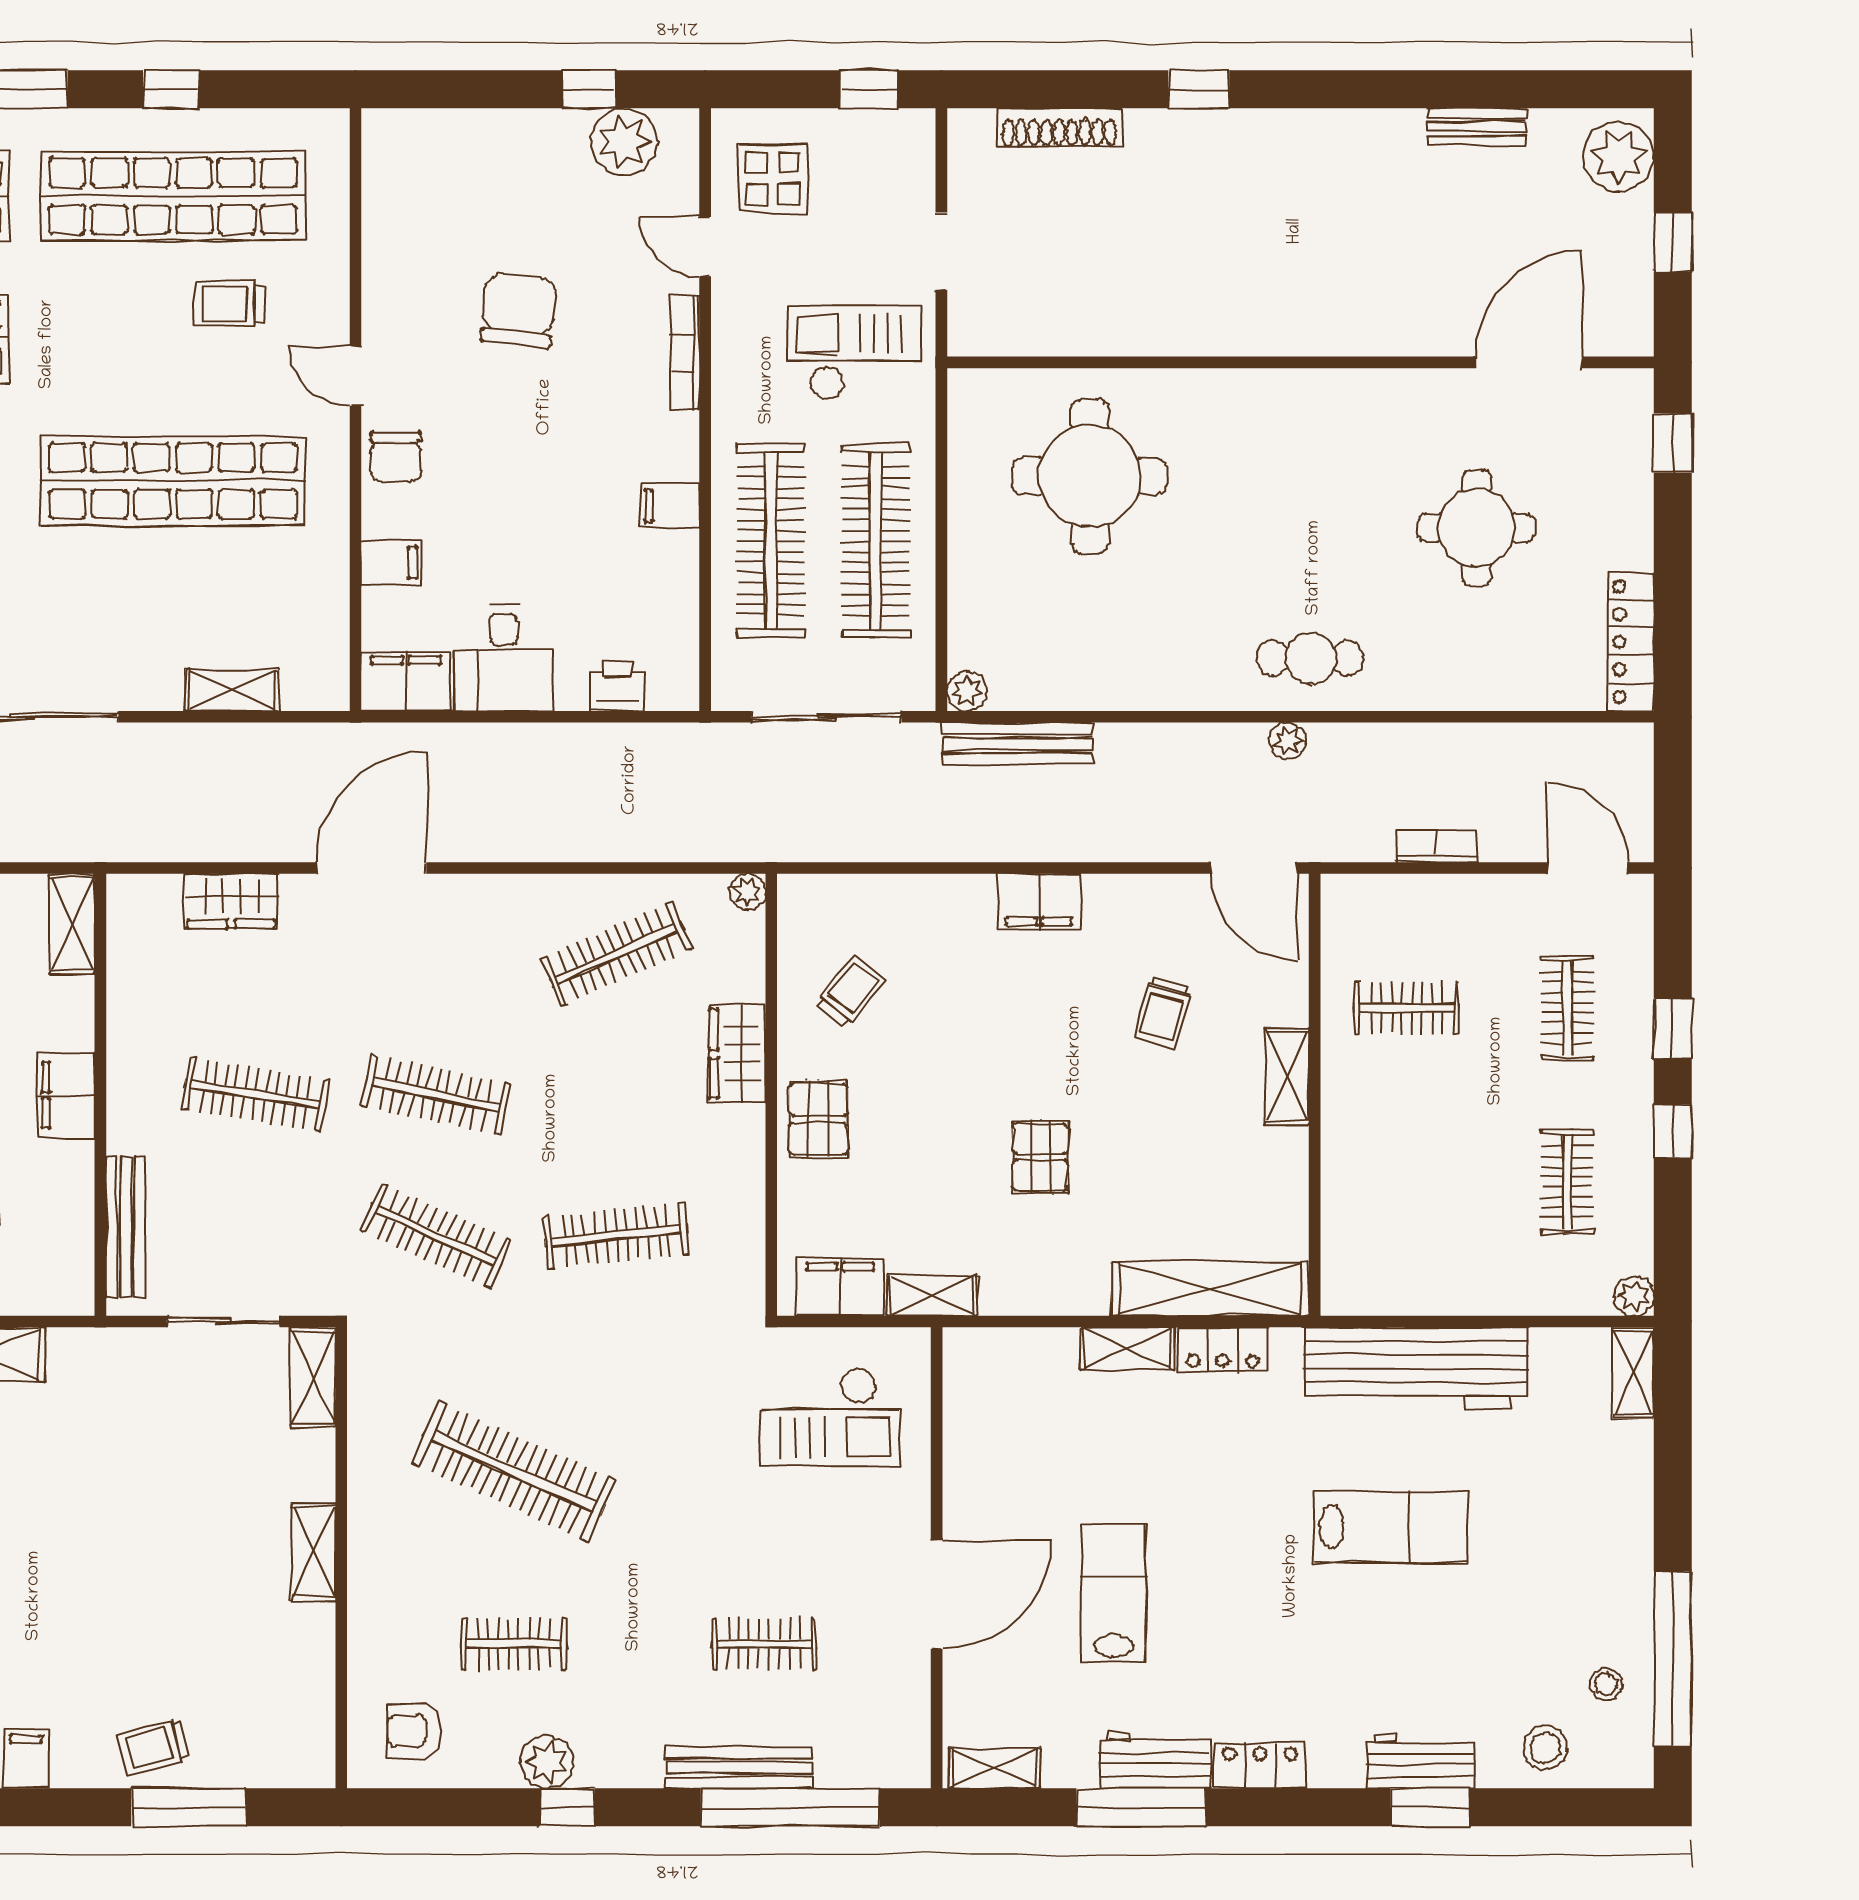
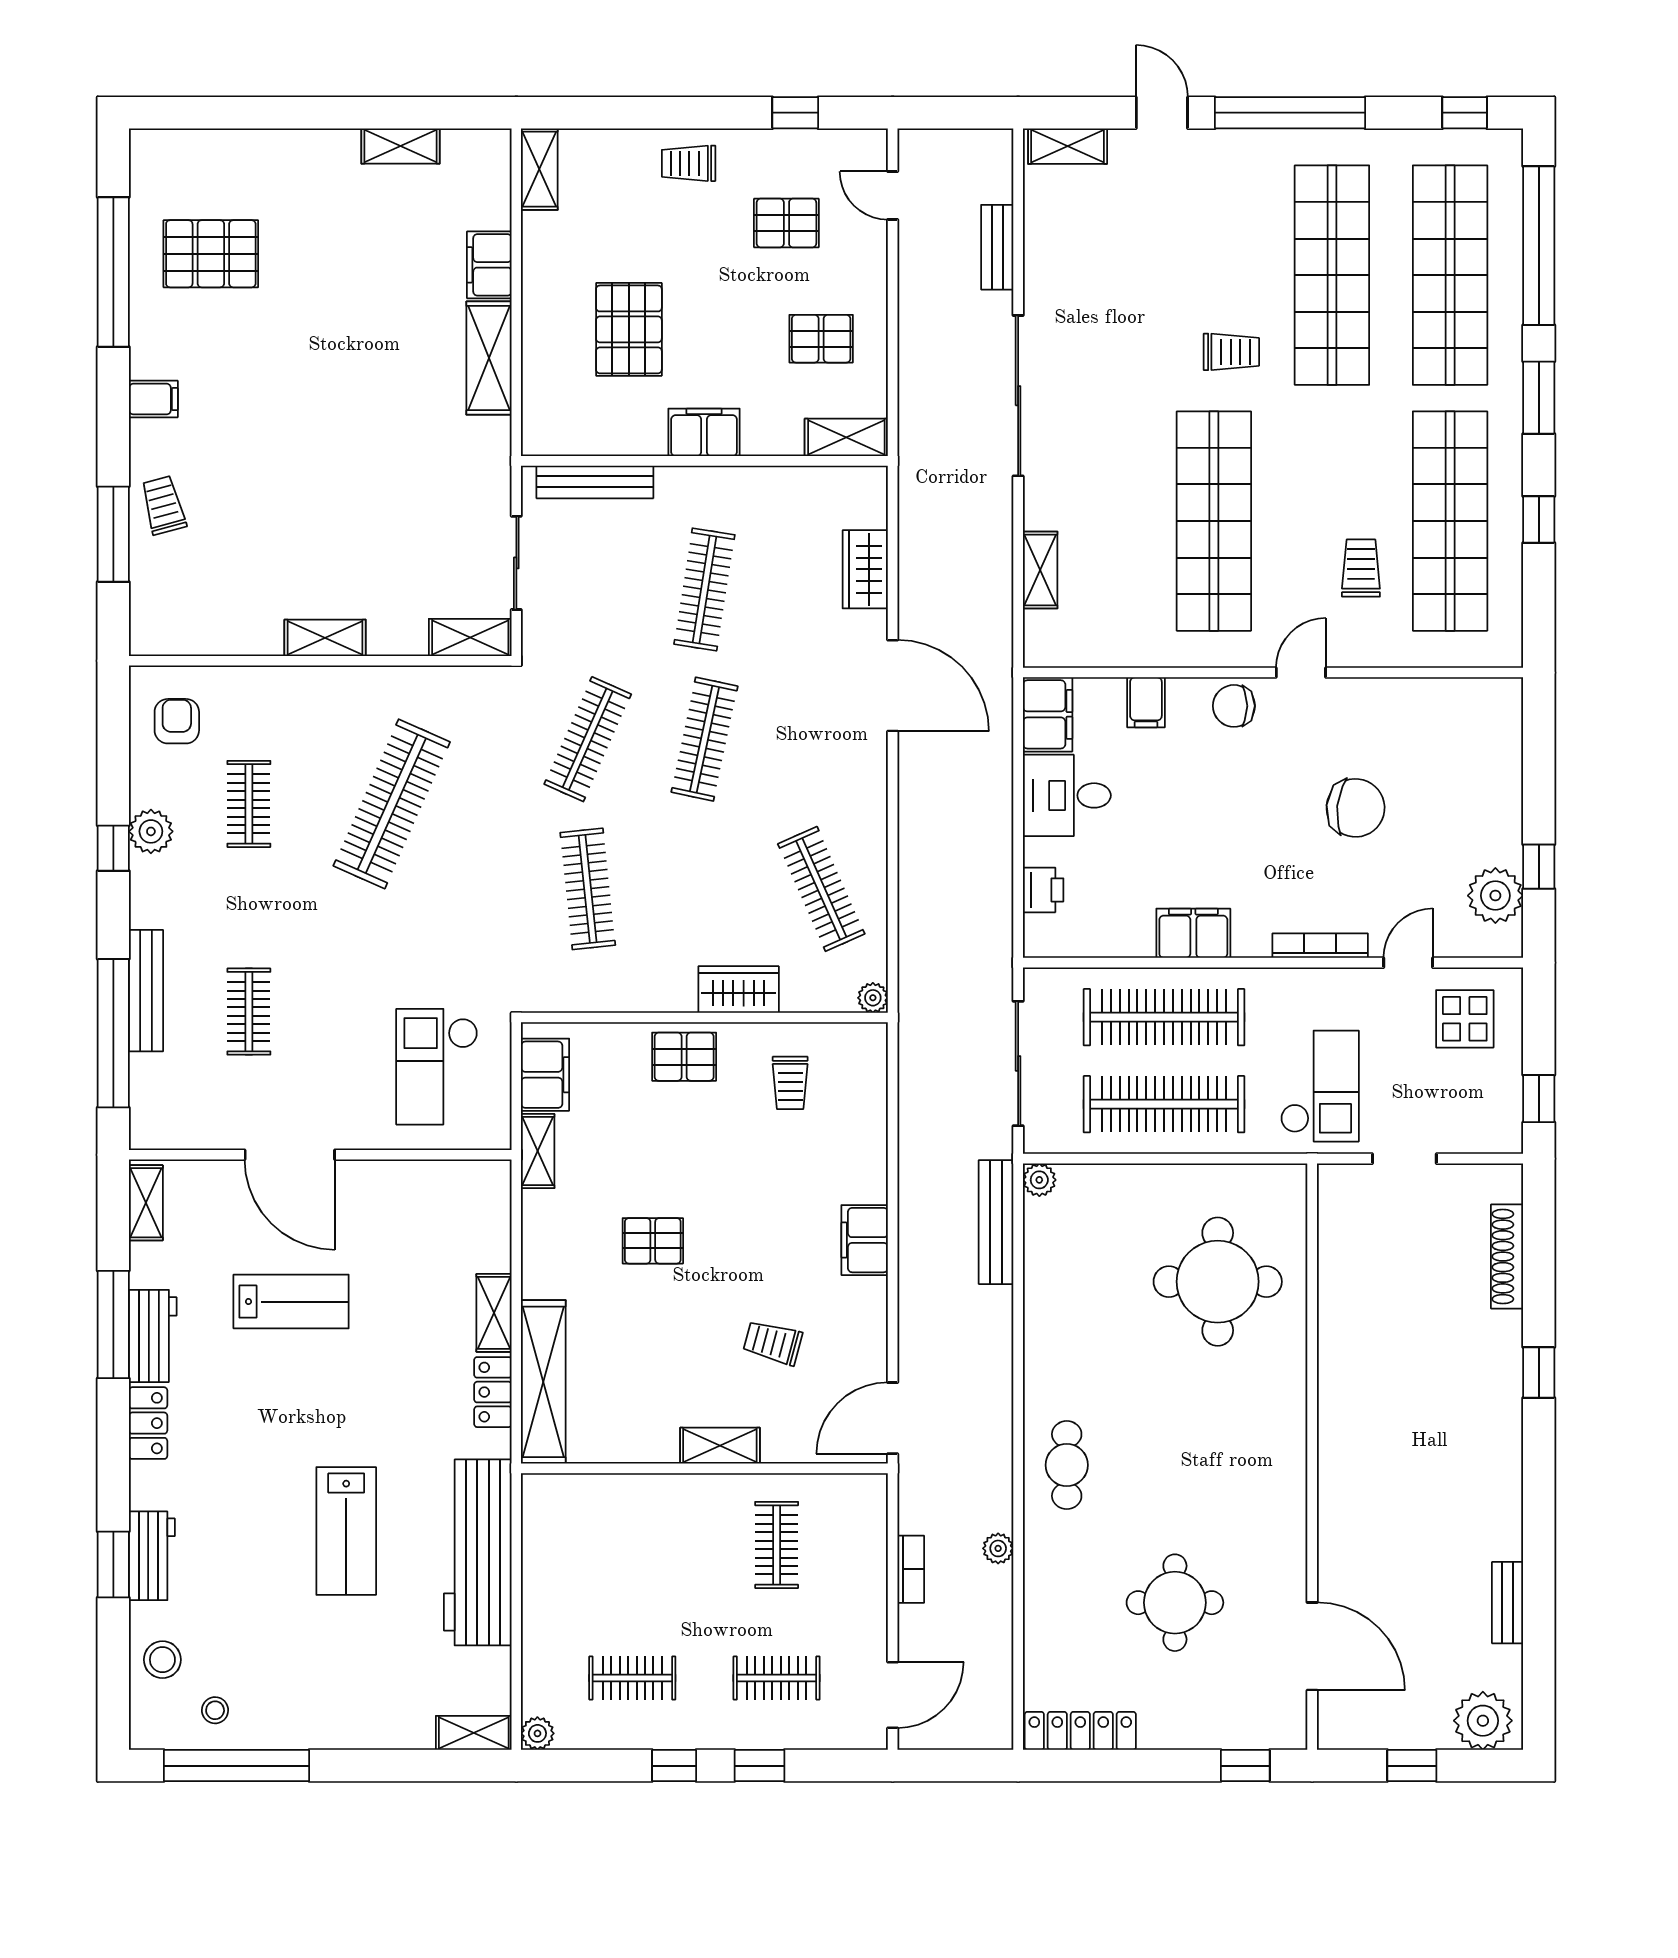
filing cabinet: (670, 506) -> (1193, 933), width x2.00
plant: (1288, 741) -> (998, 1548), moved
trolley: (850, 992) -> (790, 1083), turned 51

